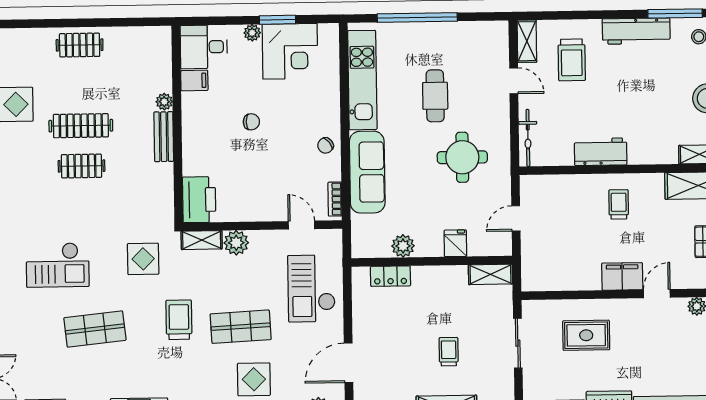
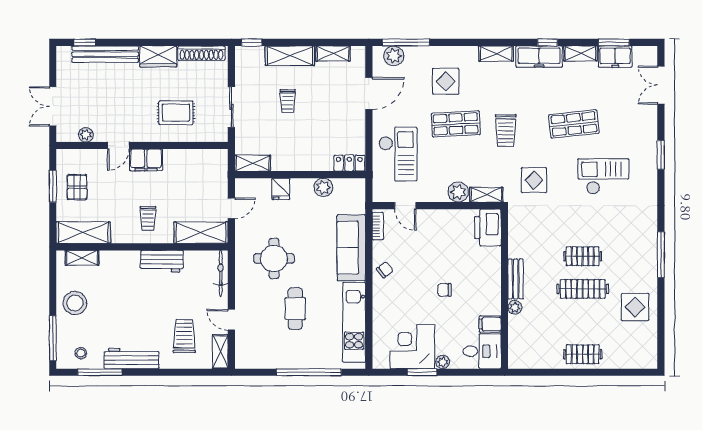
shelving: (553, 188) -> (201, 233), added
locker: (390, 276) -> (349, 163), moved

